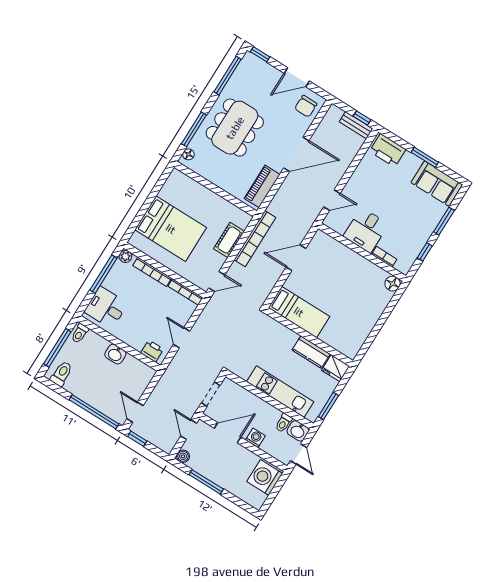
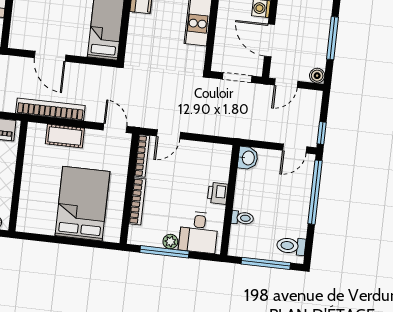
plant: (125, 256) -> (170, 241), moved
toilet: (80, 333) -> (242, 218), moved
door: (182, 338) -> (169, 134), moved
printer: (152, 351) -> (218, 193), moved
washbasin: (115, 354) -> (248, 158), moved

